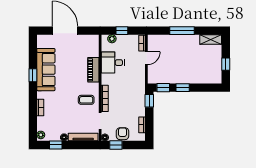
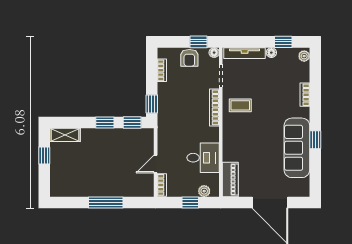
shelving: (211, 39) -> (65, 135), moved
piano: (93, 70) -> (230, 179), moved

